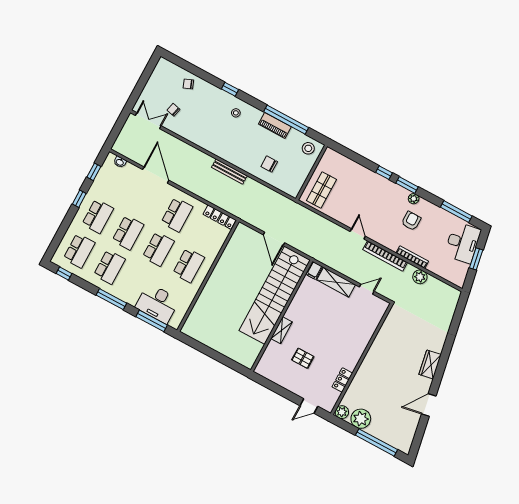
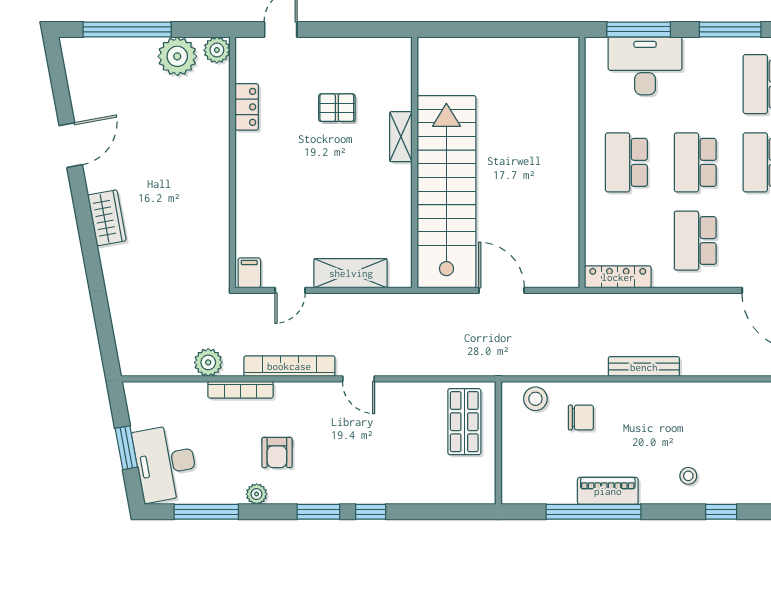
stool: (308, 148) -> (535, 399), moved
plant: (414, 199) -> (257, 494), moved
filing cabinet: (314, 270) -> (249, 273), moved

